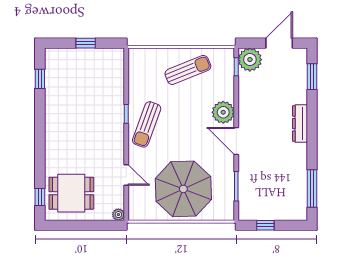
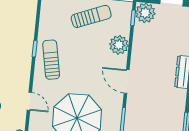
plant: (223, 112) -> (119, 45), moved
sun lounger: (147, 124) -> (51, 60), turned 149

